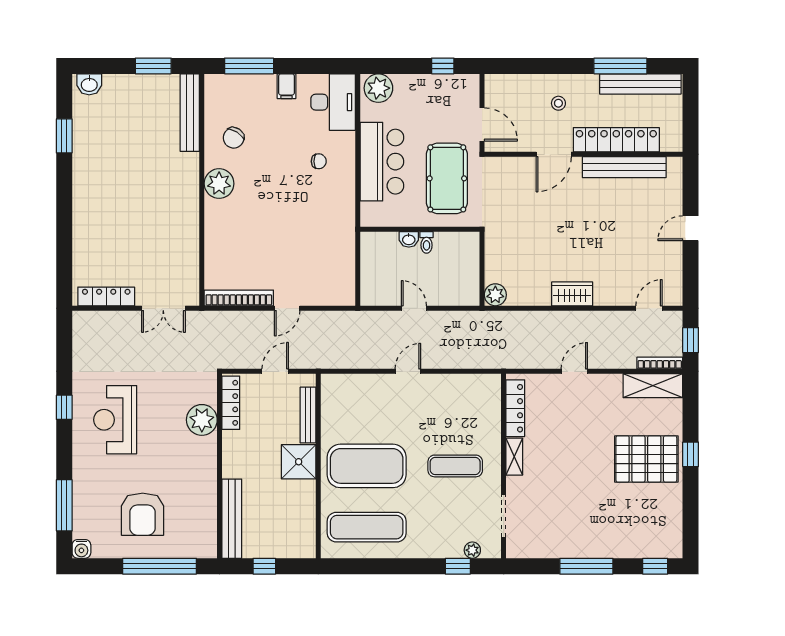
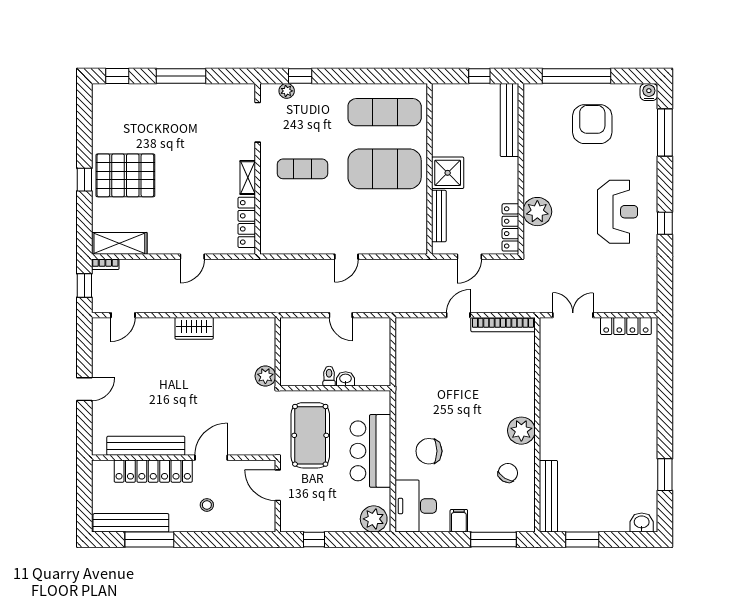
chair: (319, 161) -> (429, 451), width x1.87, depth x1.87
plant: (495, 295) -> (265, 376), moved
bookcase: (660, 363) -> (105, 264), width x0.64

